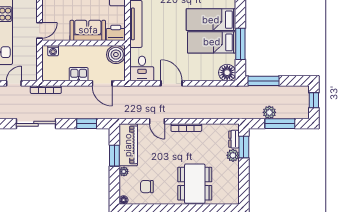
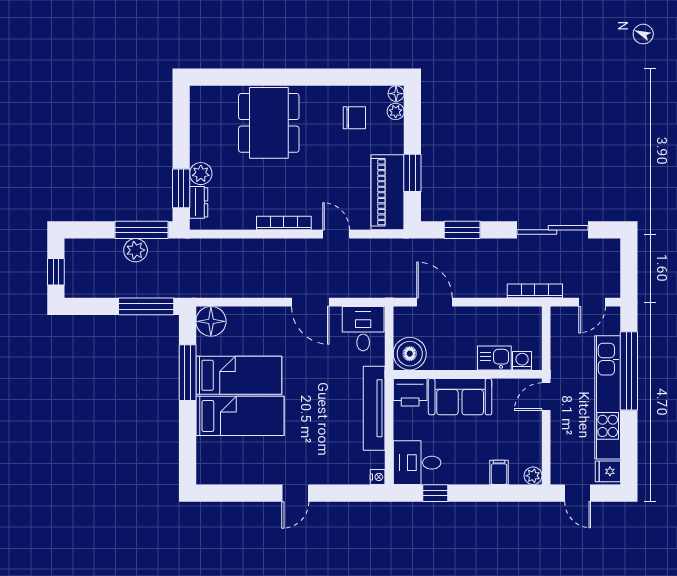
kitchen sink: (79, 74) -> (494, 358), moved, turned 180
window: (280, 124) -> (141, 230), moved
plant: (124, 172) -> (396, 111), moved

